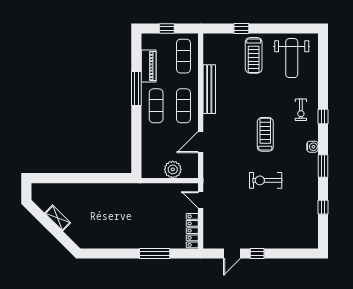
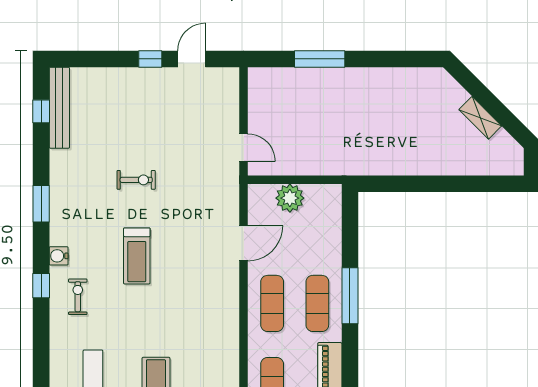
window: (136, 89) -> (350, 296), moved
bench: (209, 89) -> (59, 108), moved
water cooler: (312, 147) -> (59, 256), moved
exercise bike: (266, 180) -> (136, 180), width x0.73, depth x0.72
window: (323, 207) -> (41, 111), moved
locker: (192, 231) -> (257, 97), removed

